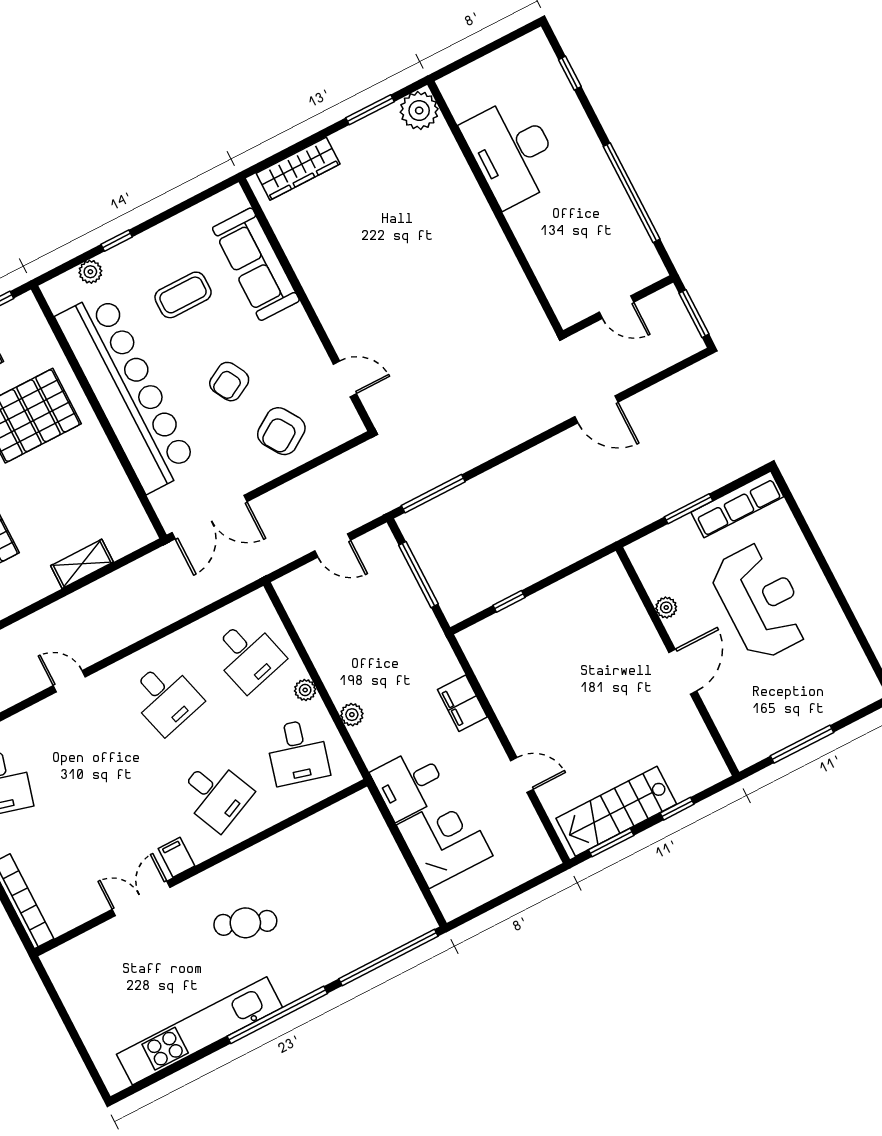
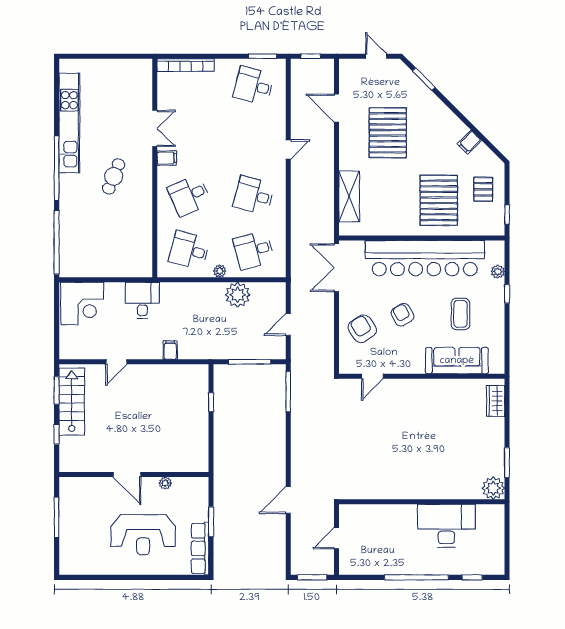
wardrobe: (298, 169) -> (496, 401), width x0.67
window: (632, 193) -> (416, 577), moved
shelving: (82, 564) -> (349, 196), width x1.50, depth x1.33
desk: (165, 698) -> (254, 195), turned 30
filing cabinet: (462, 703) -> (170, 350), width x0.50
plant: (352, 715) -> (238, 295), moved, width x1.87, depth x1.87
corner desk: (445, 840) -> (82, 303), moved

